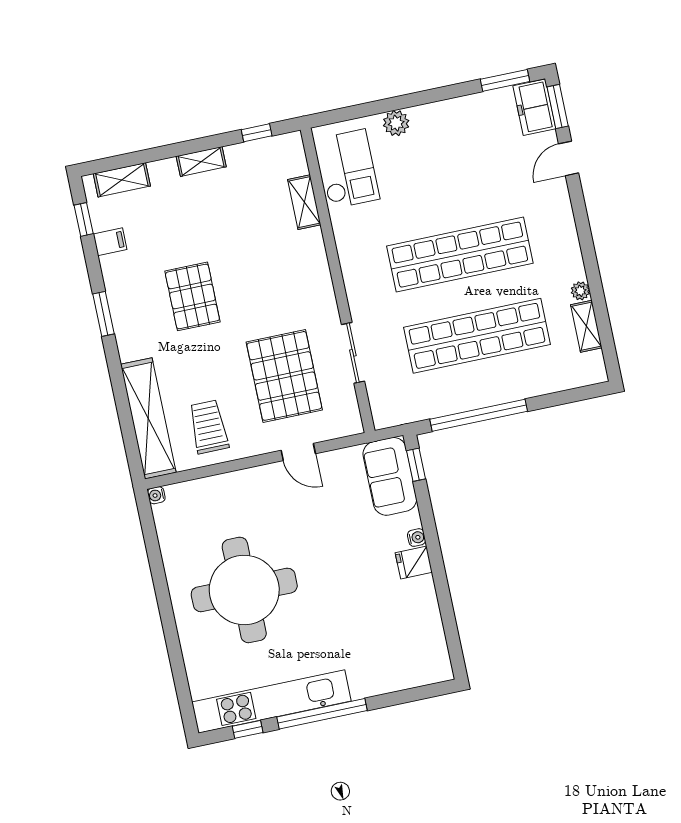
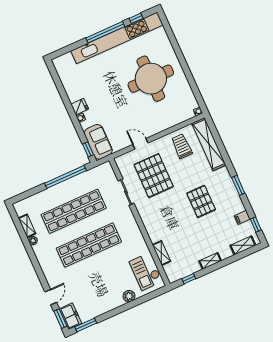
trolley: (209, 427) -> (182, 146), turned 180
kitchen unit: (271, 701) -> (117, 38), width x1.36

